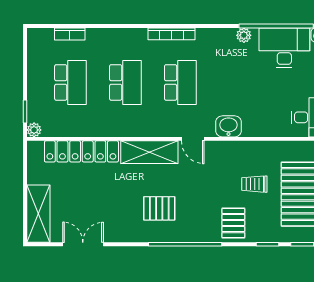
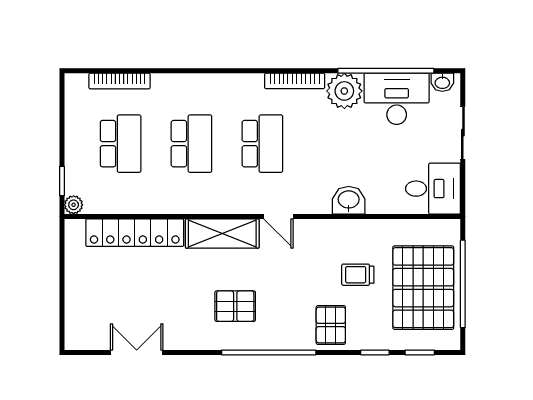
bookcase: (70, 34) -> (120, 81), width x1.56
bookcase: (171, 34) -> (295, 81), moved
plant: (244, 35) -> (344, 91), width x1.87, depth x1.87
washbasin: (228, 126) -> (349, 200), moved
shelving: (38, 214) -> (79, 313), removed

